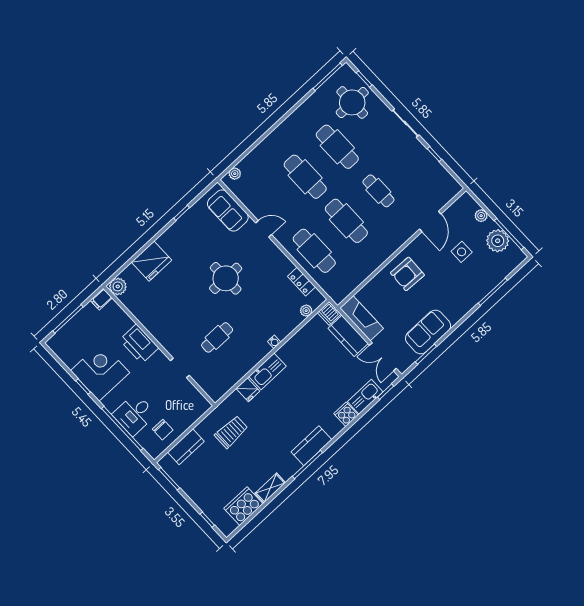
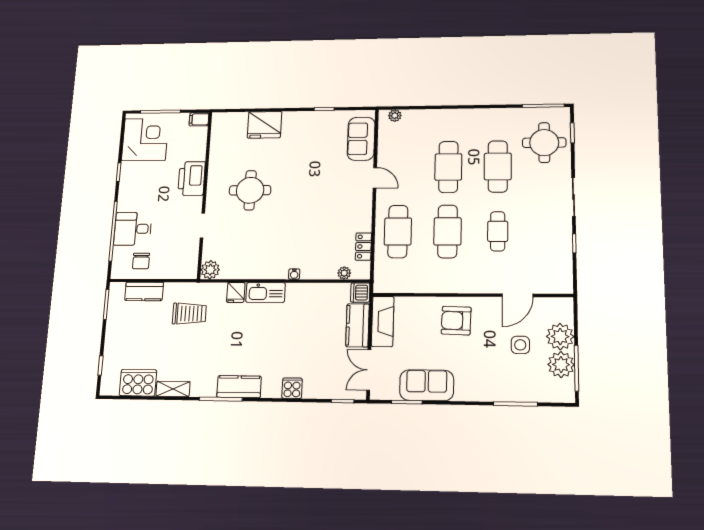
plant: (481, 216) -> (560, 337), width x1.87, depth x1.87
round table: (226, 278) -> (250, 190), moved
plant: (118, 286) -> (210, 270), moved
cafe table: (217, 337) -> (254, 229), removed
corner desk: (100, 372) -> (145, 139), moved
kitchen sink: (365, 397) -> (322, 389), removed

